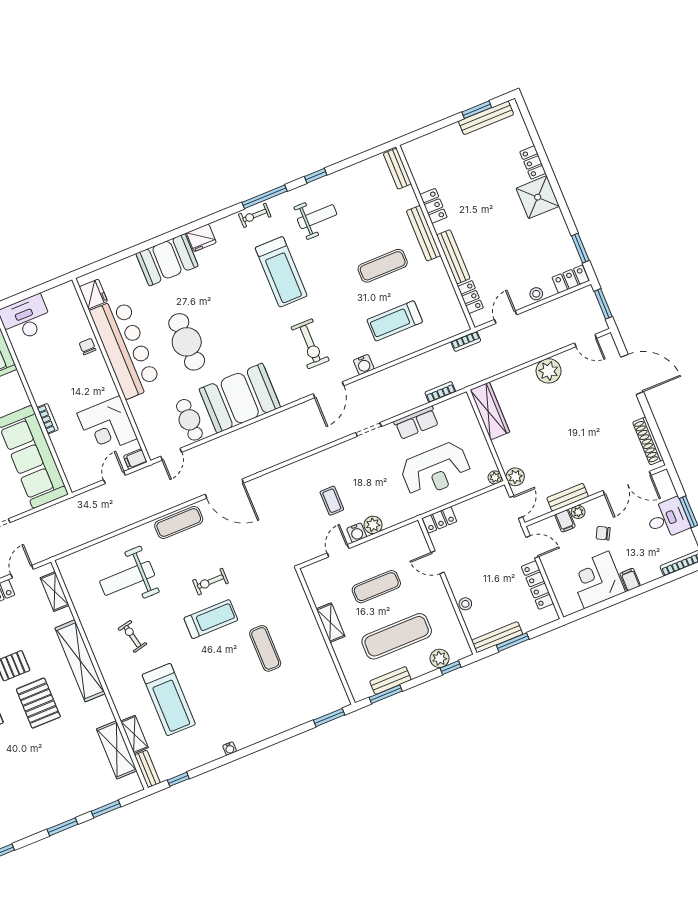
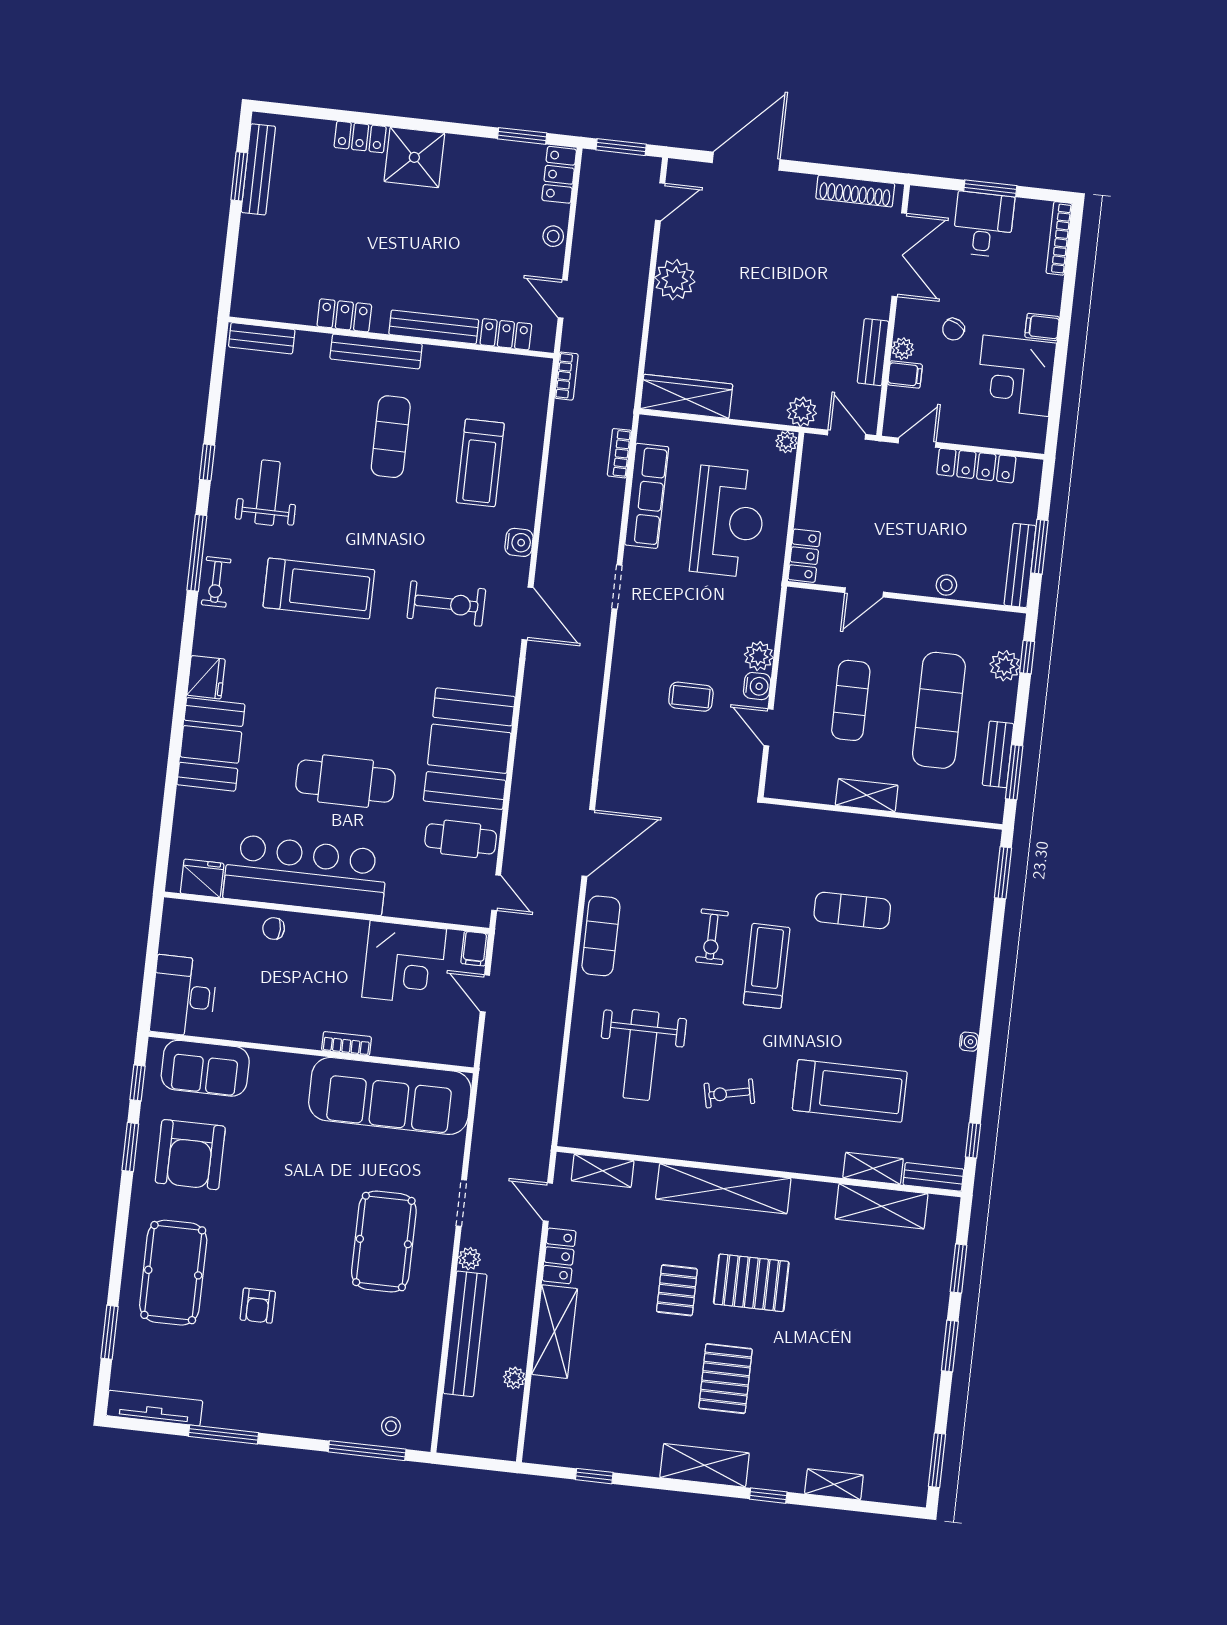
row of seats: (416, 423) -> (647, 496), width x1.48

